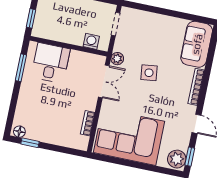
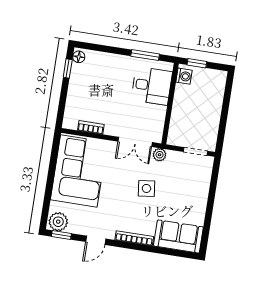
washing machine: (91, 41) -> (184, 76), moved

